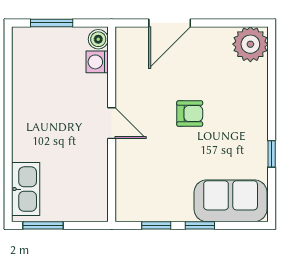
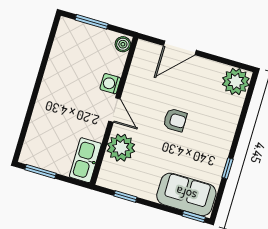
washing machine: (97, 62) -> (110, 84), moved
plant: (133, 167) -> (121, 148), added
kitchen sink: (26, 189) -> (85, 160), moved, turned 180
window: (200, 225) -> (194, 217), moved

